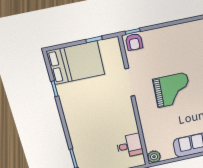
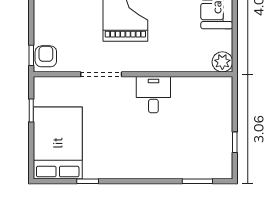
armchair: (134, 42) -> (46, 56), turned -90
desk: (130, 146) -> (153, 95), moved

